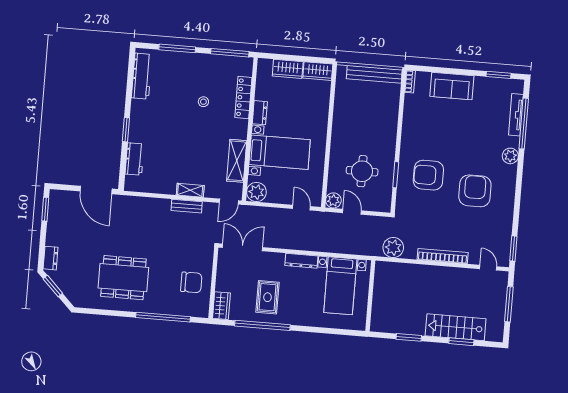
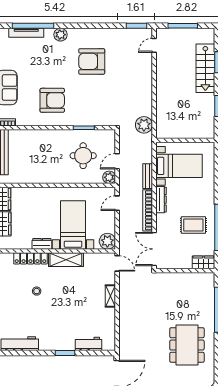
shelving: (237, 161) -> (66, 260), moved
armchair: (428, 175) -> (52, 100), moved, turned -90
bench: (187, 206) -> (148, 176), moved
bookcase: (443, 256) -> (148, 210), moved
chair: (191, 282) -> (186, 289), removed

